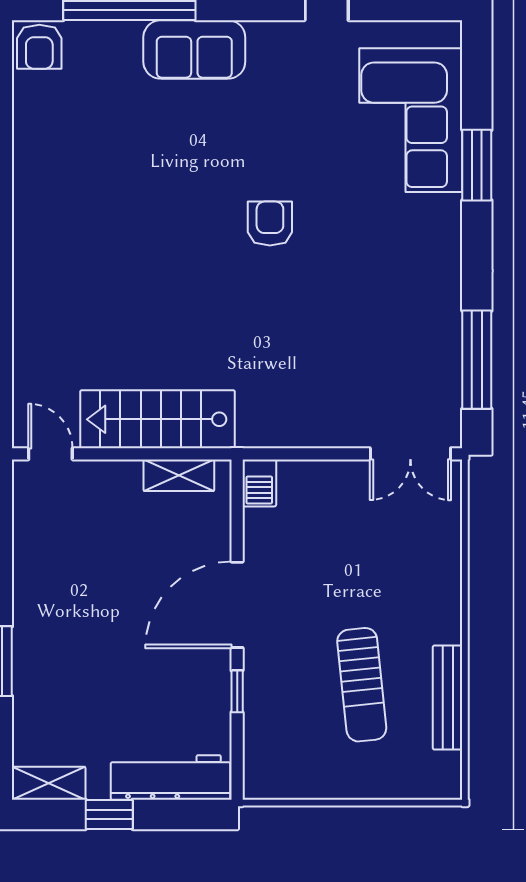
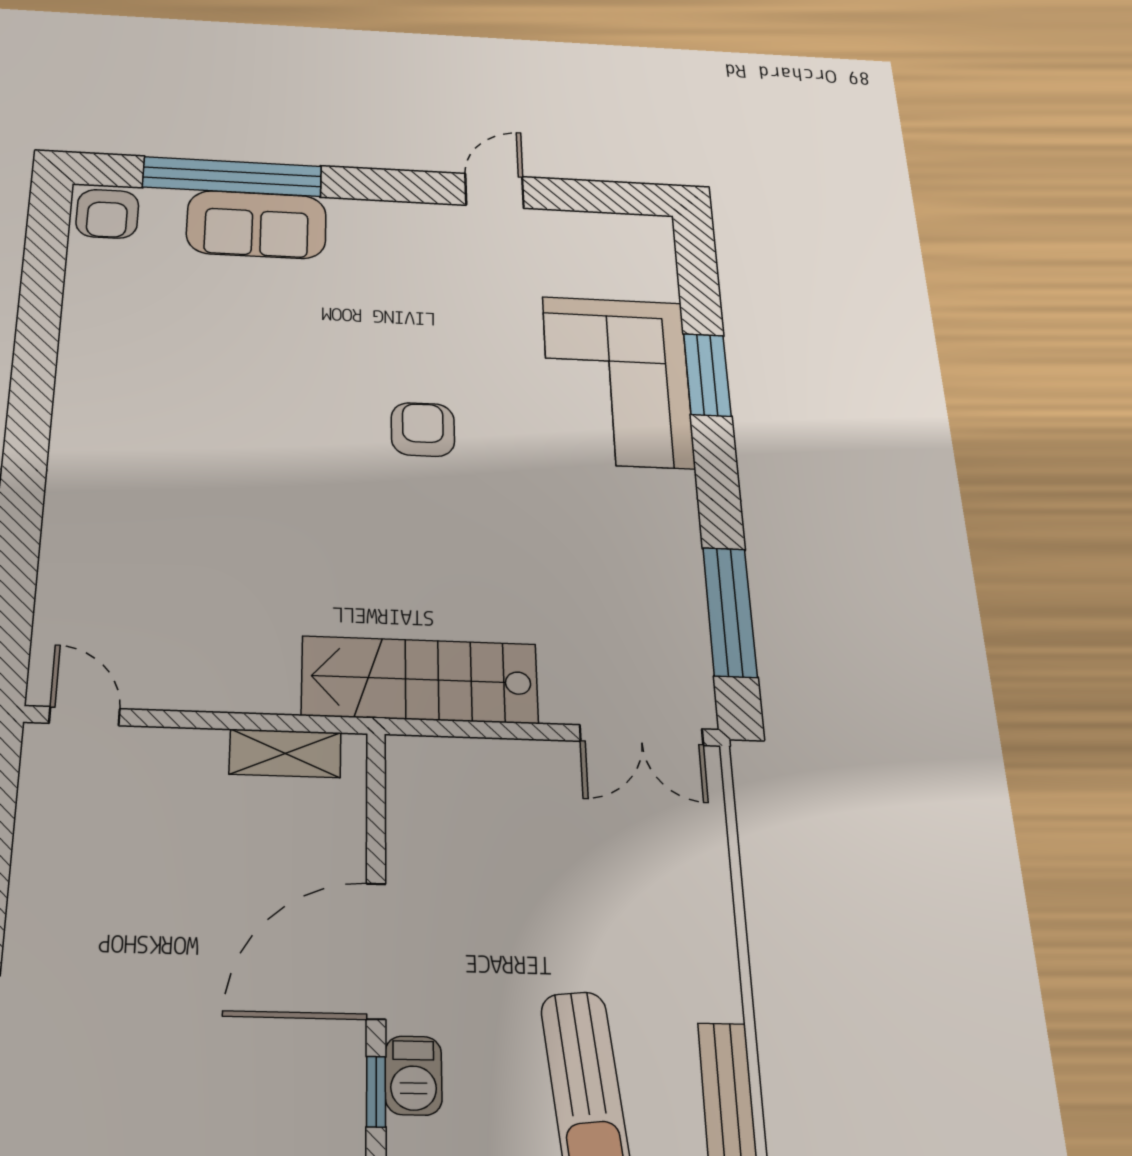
sofa: (194, 50) -> (256, 225), moved
corner sofa: (411, 120) -> (618, 381), moved
stairs: (157, 419) -> (420, 680), moved
barbecue: (259, 483) -> (413, 1075), moved

